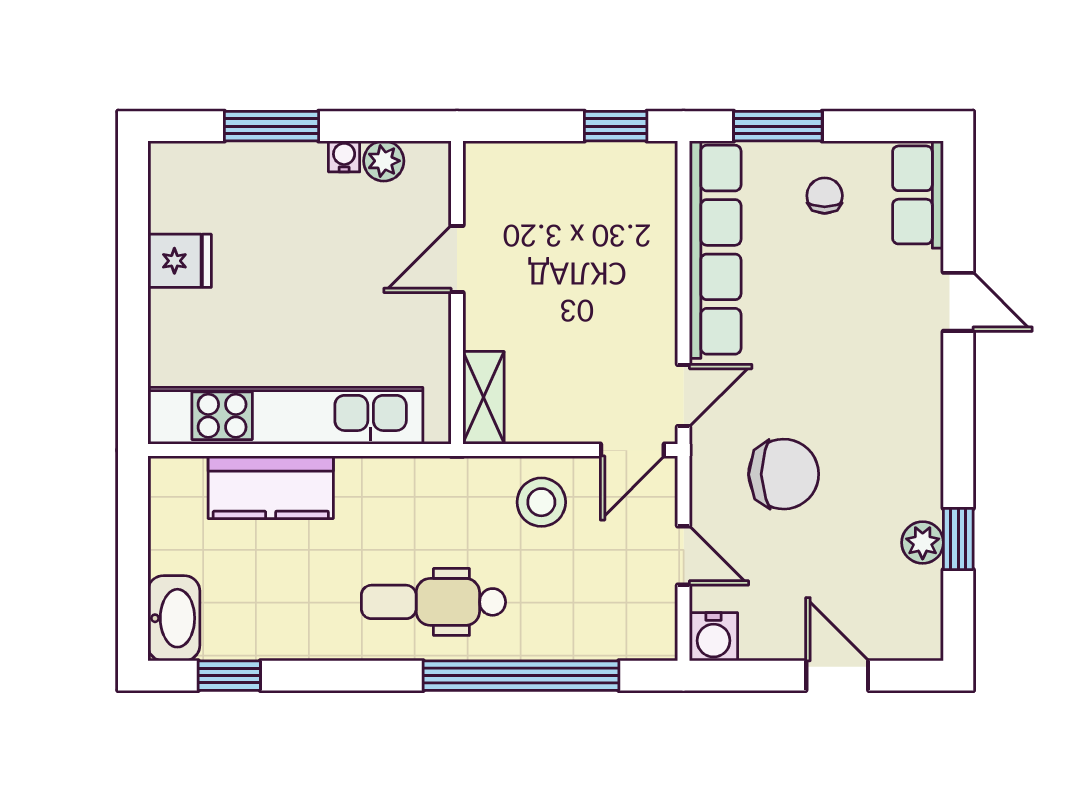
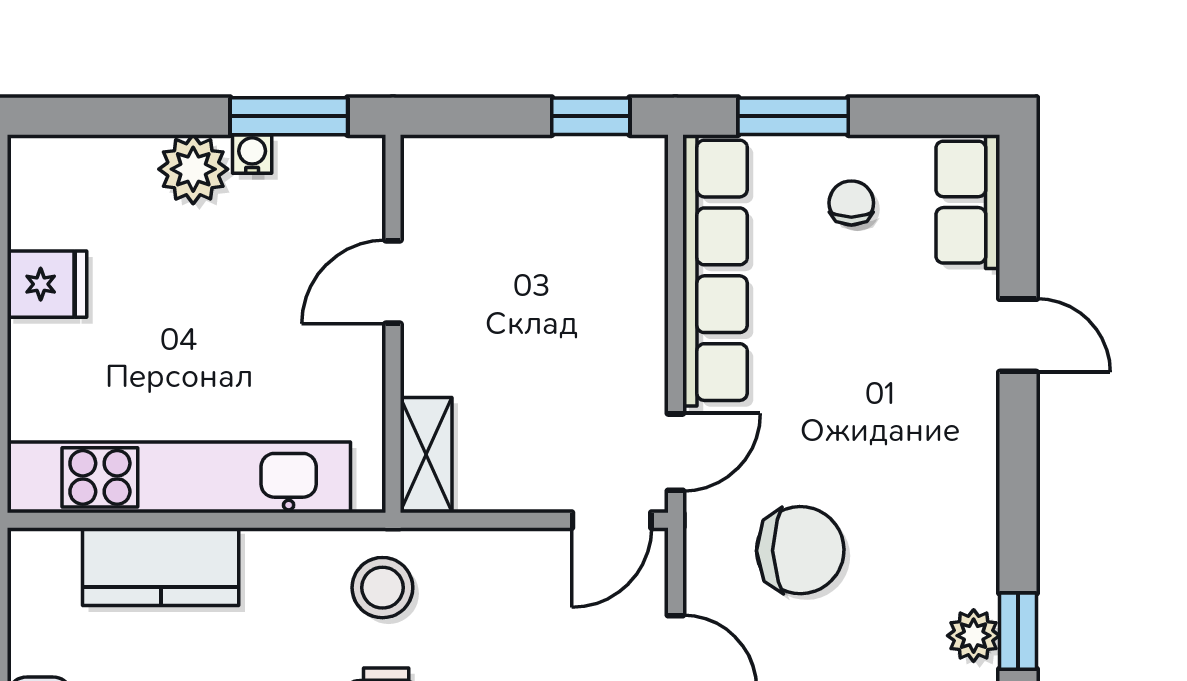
window: (271, 126) -> (289, 116), moved
plant: (384, 161) -> (193, 169), moved, width x1.38, depth x1.38
stool: (541, 502) -> (382, 588), moved

